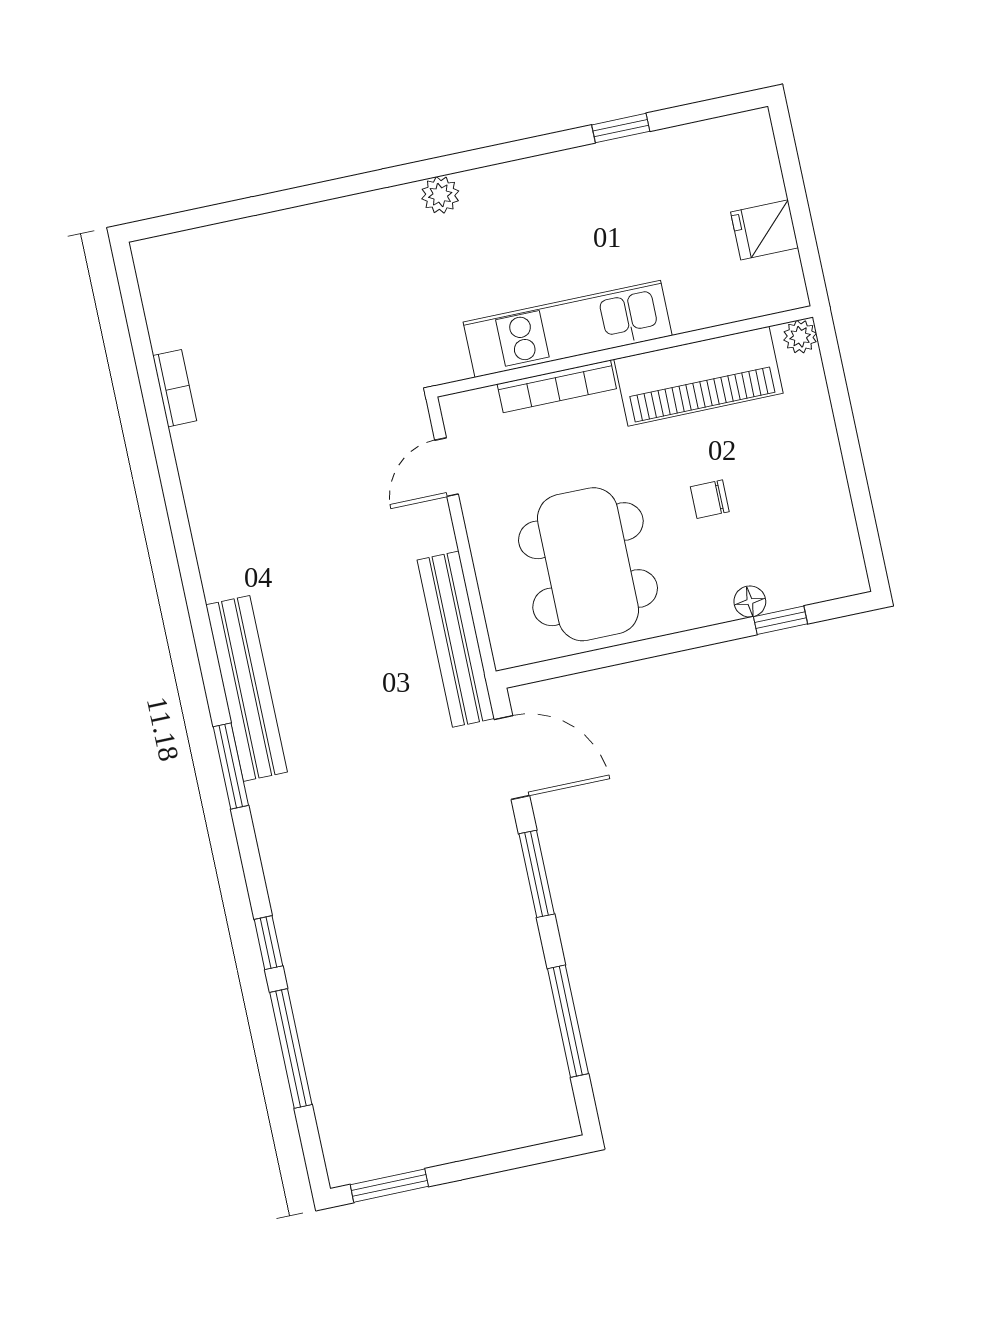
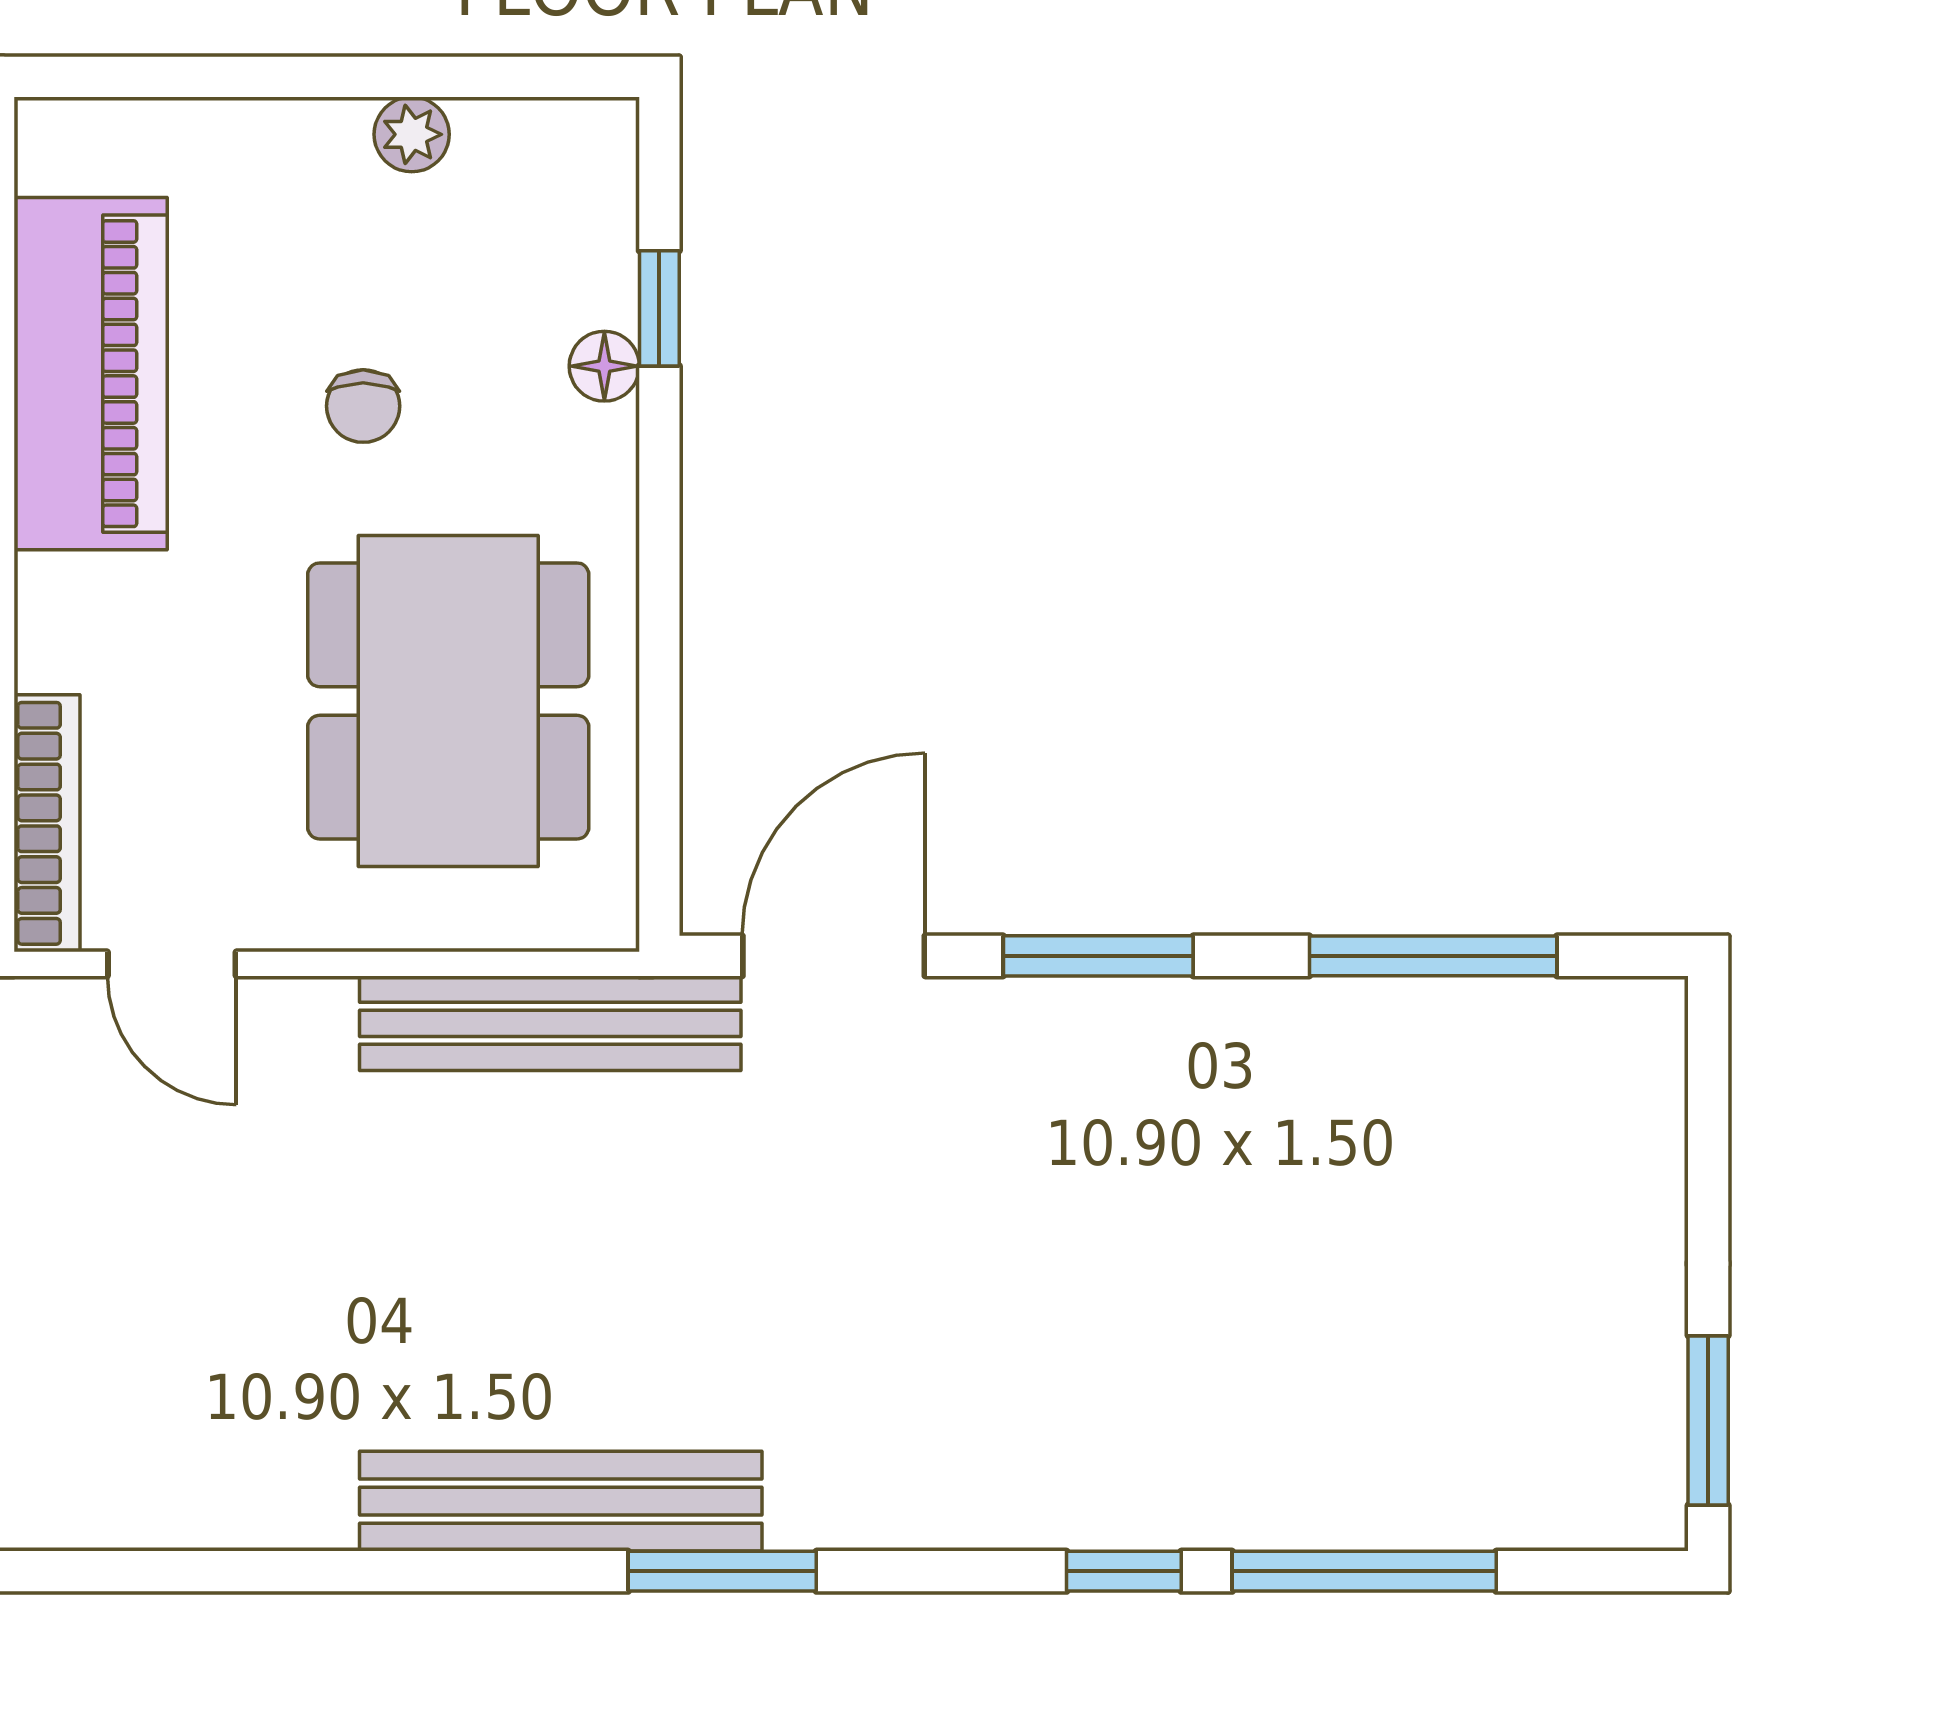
plant: (800, 337) -> (412, 134), moved
bookcase: (557, 386) -> (47, 823), moved
dining table: (588, 564) -> (448, 701), turned 90

